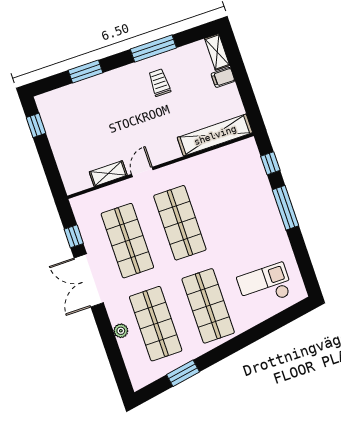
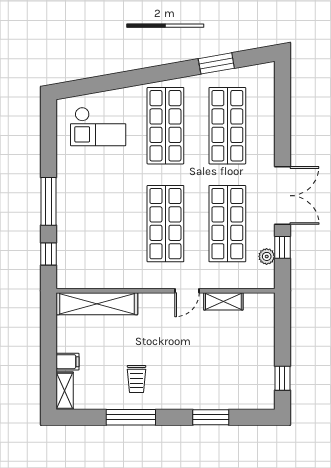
plant: (121, 331) -> (267, 256), moved

